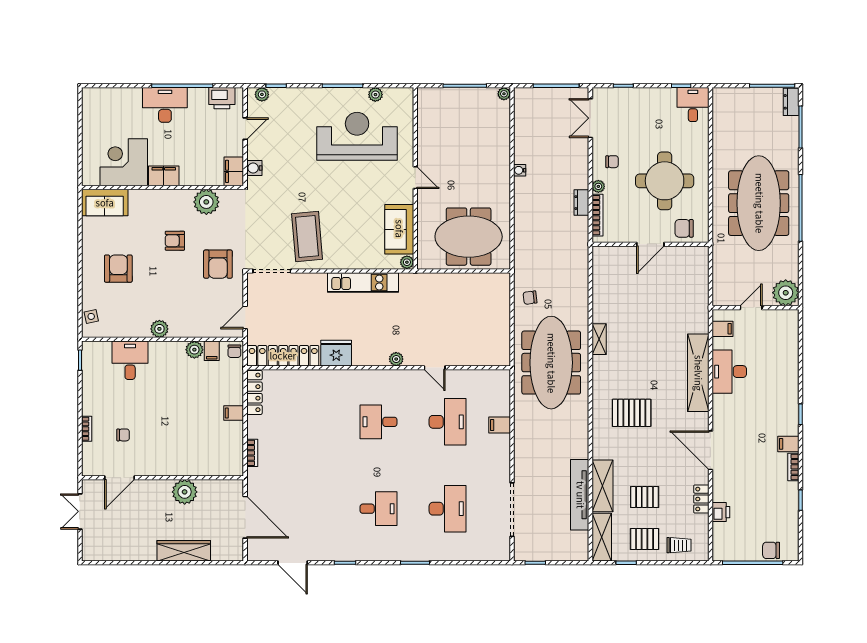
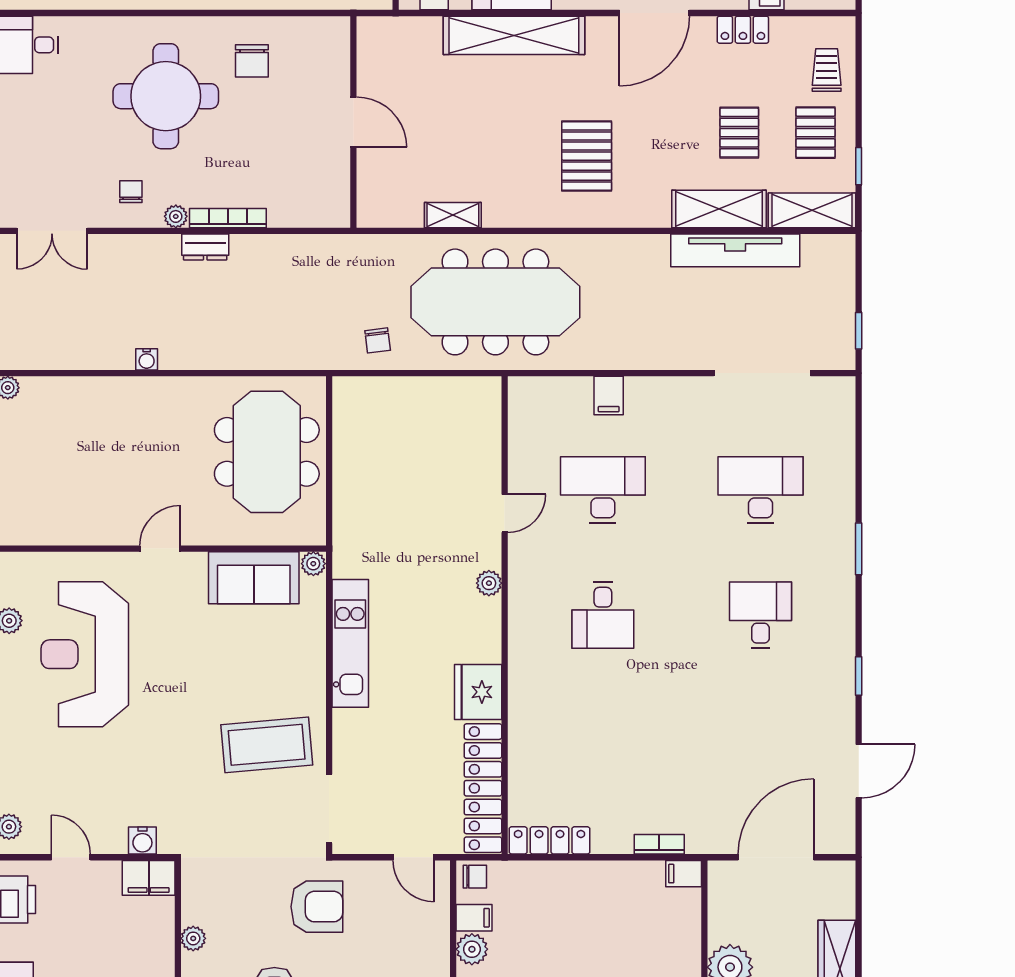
plant: (206, 202) -> (193, 938), width x0.53, depth x0.53
door: (650, 244) -> (353, 122), moved
wall: (650, 244) -> (353, 122), moved
filing cabinet: (234, 413) -> (684, 874), moved, turned 90

